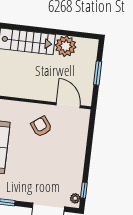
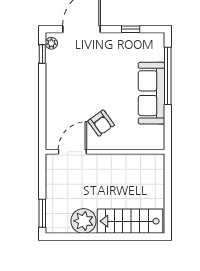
window: (98, 73) -> (42, 213), moved
door: (68, 105) -> (72, 152), swing flipped

